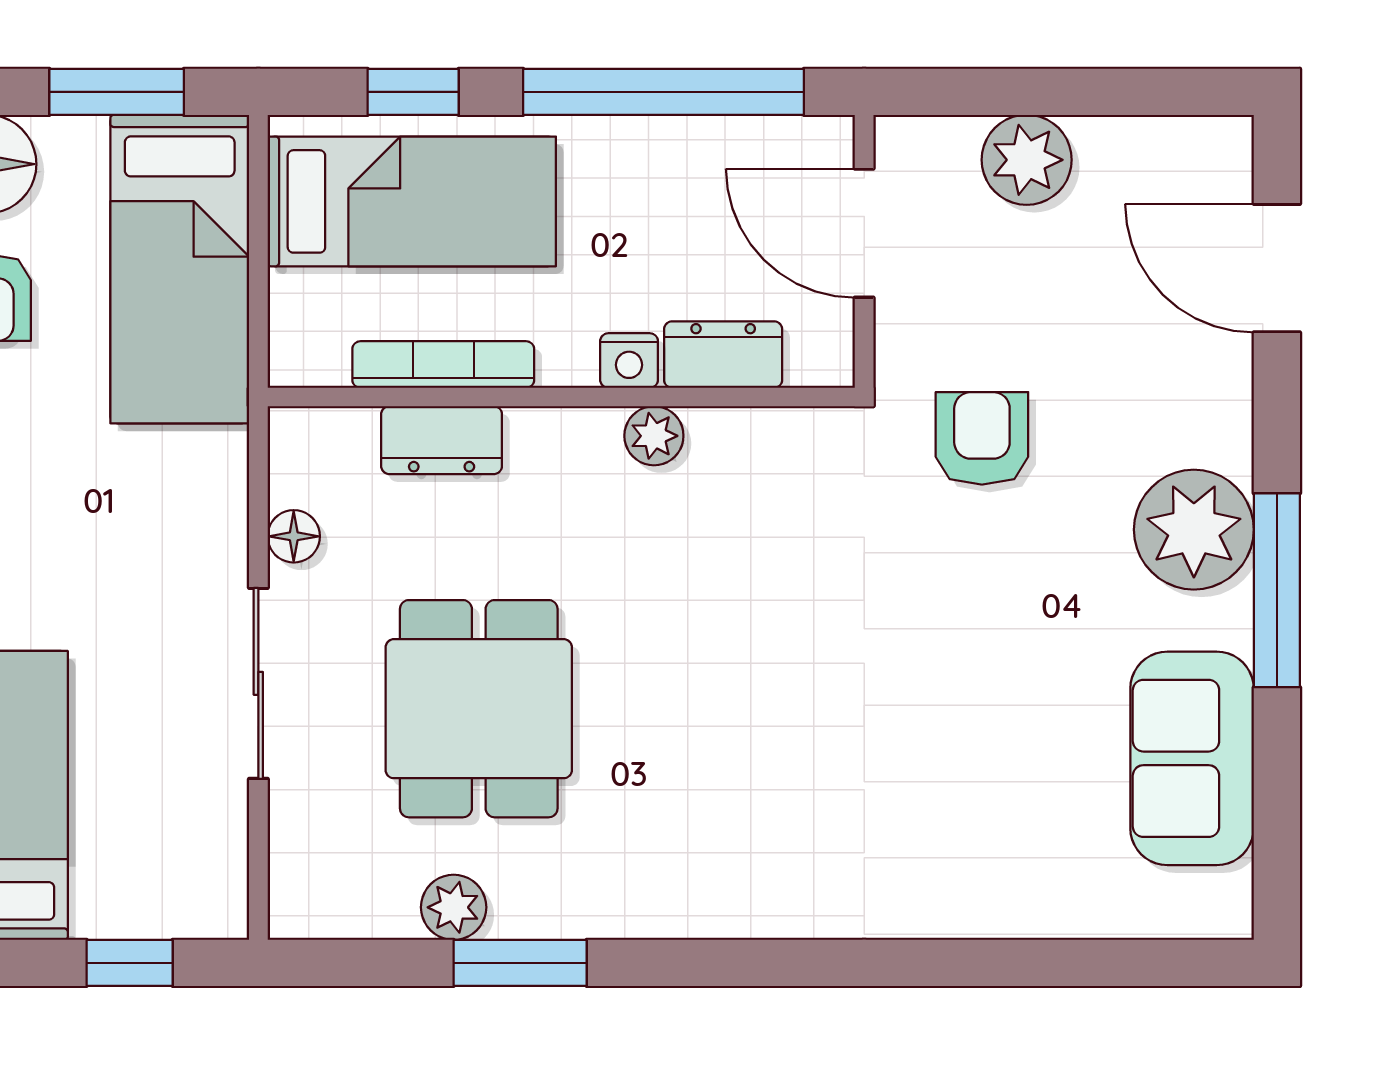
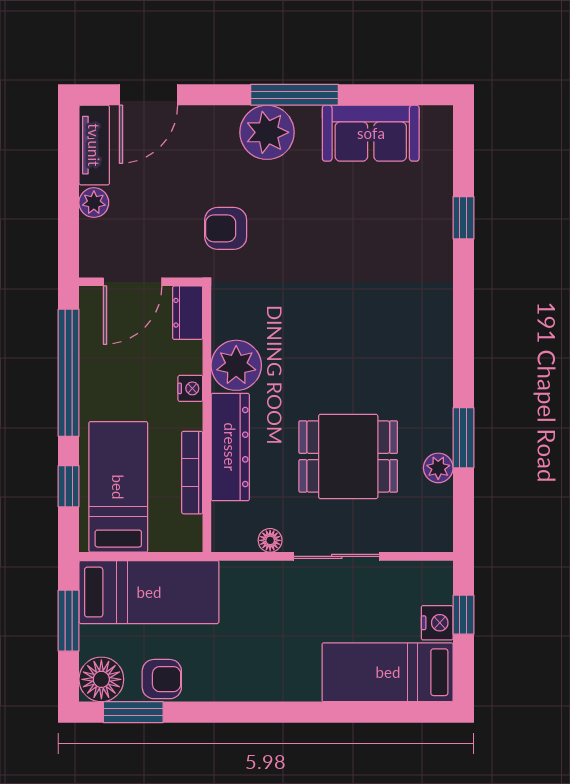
tv unit: (1166, 148) -> (94, 145), added
plant: (1027, 160) -> (94, 203), width x0.73, depth x0.73
dresser: (723, 355) -> (188, 313), moved
plant: (654, 436) -> (236, 365), width x1.88, depth x1.88
dresser: (442, 440) -> (230, 447), width x1.96, depth x1.24
nightstand: (112, 905) -> (437, 623), added
window: (1005, 963) -> (463, 218), added

